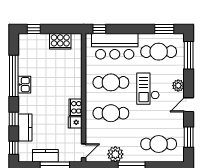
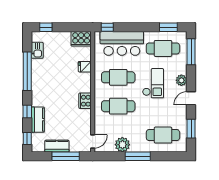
cooker: (60, 41) -> (81, 39), moved
kitchen sink: (24, 85) -> (37, 50), moved
checkout: (148, 89) -> (153, 83), turned 180
fridge: (75, 122) -> (85, 67), moved

